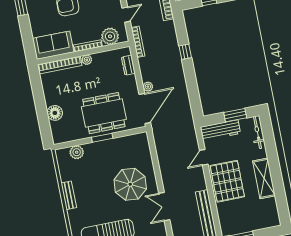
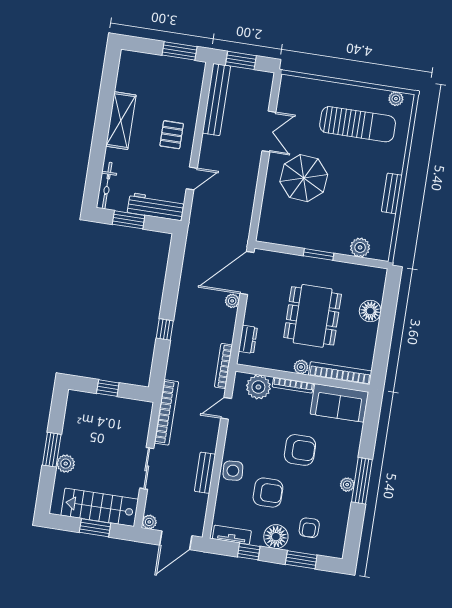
dining table: (104, 113) -> (313, 316), moved, turned 90
pallet: (227, 181) -> (172, 135), width x0.49, depth x0.50

